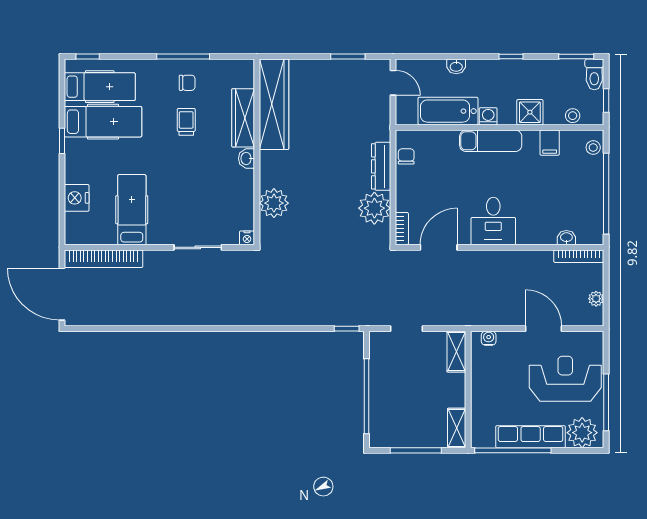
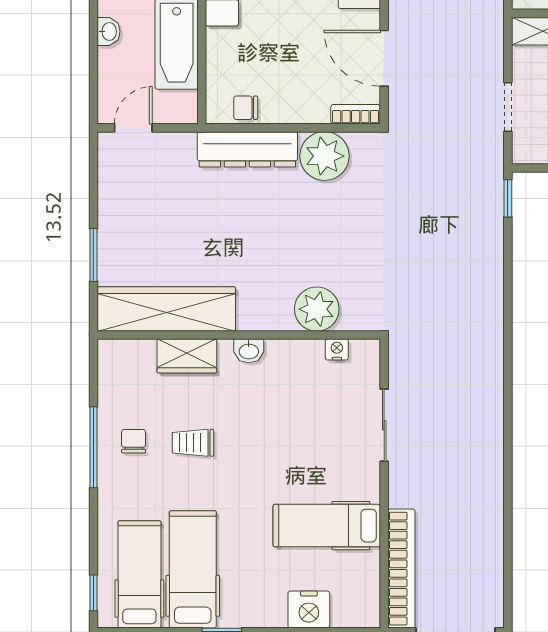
window: (348, 56) -> (93, 255), moved
wardrobe: (243, 118) -> (187, 356), width x0.67
dresser: (381, 166) -> (247, 149), width x1.37, depth x1.24
nightstand: (247, 238) -> (337, 349), moved, turned -90

